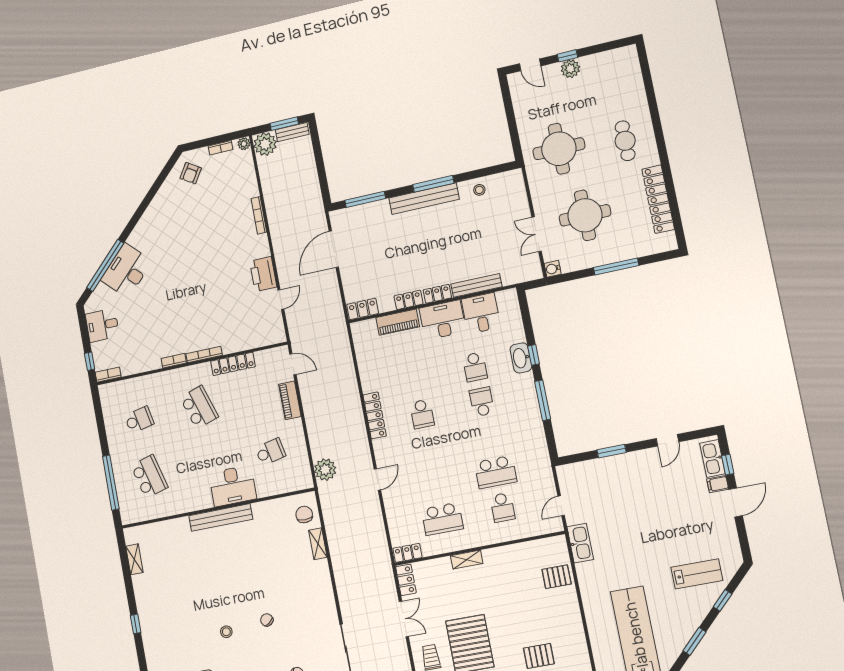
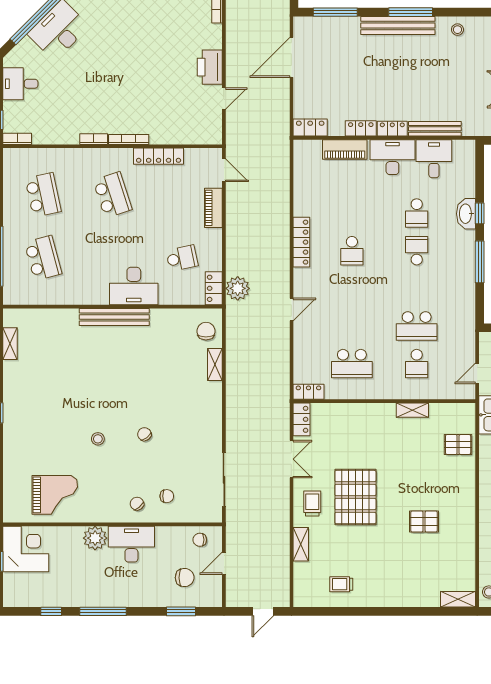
school desk: (139, 420) -> (43, 195), width x1.85
locker: (304, 474) -> (214, 288), added
shelving: (467, 560) -> (412, 410), moved

